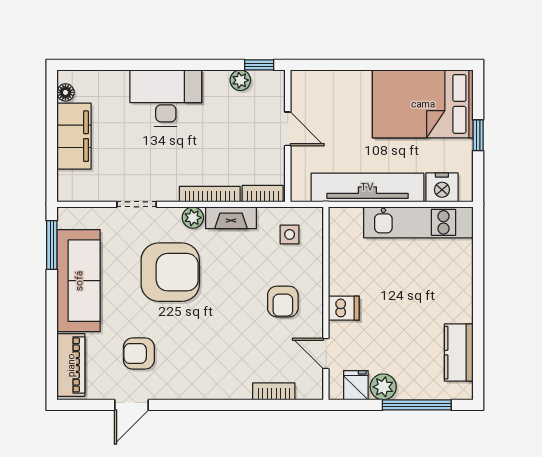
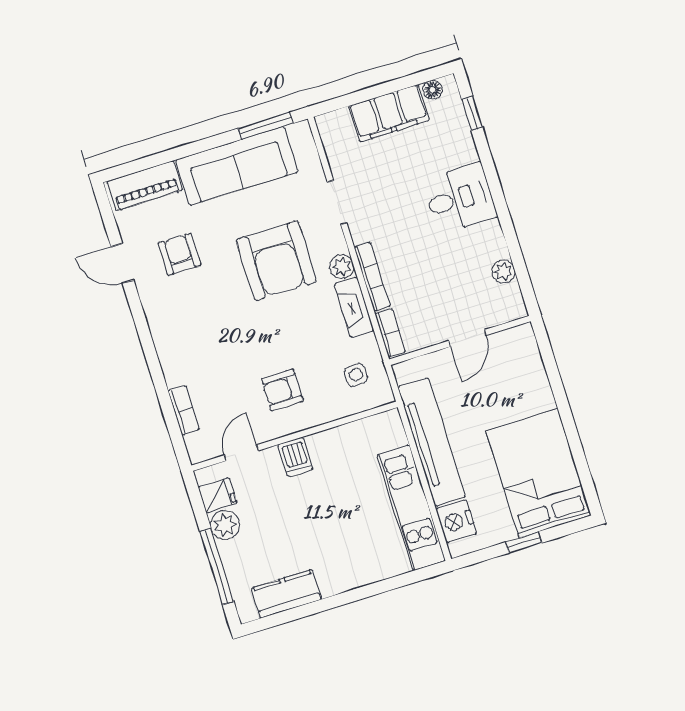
window: (259, 65) -> (472, 113), moved
desk: (166, 98) -> (460, 198), width x0.73

